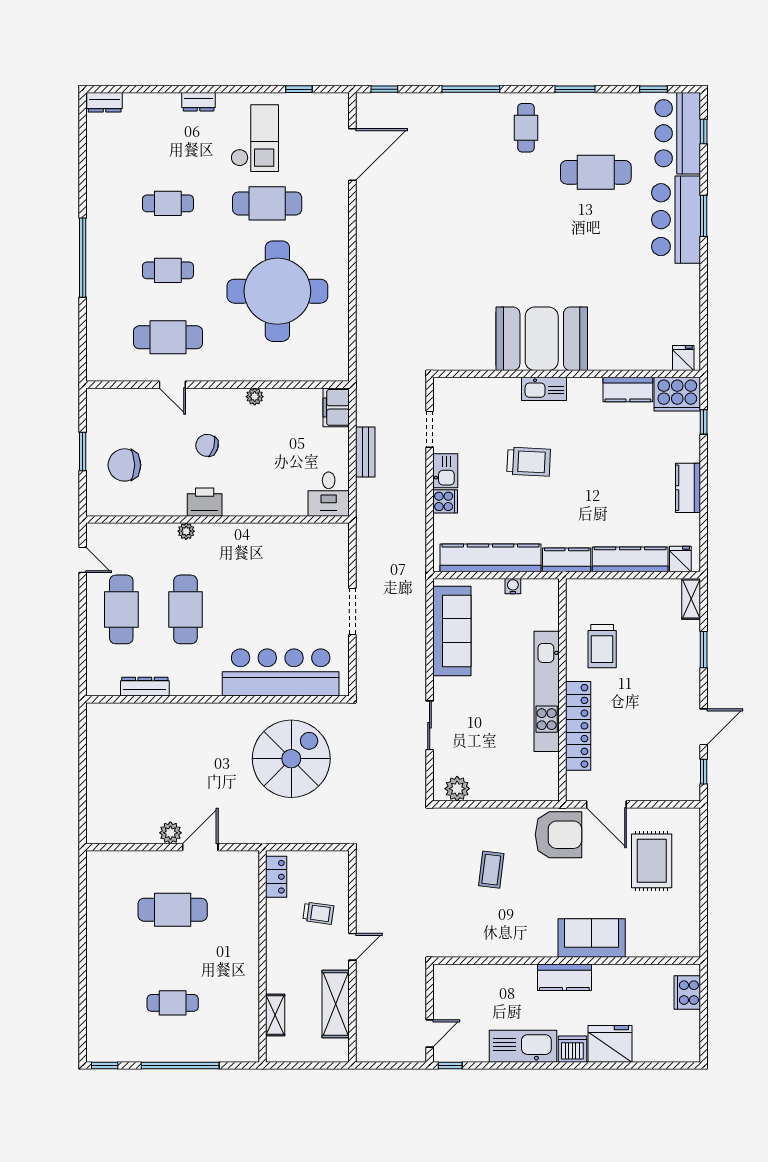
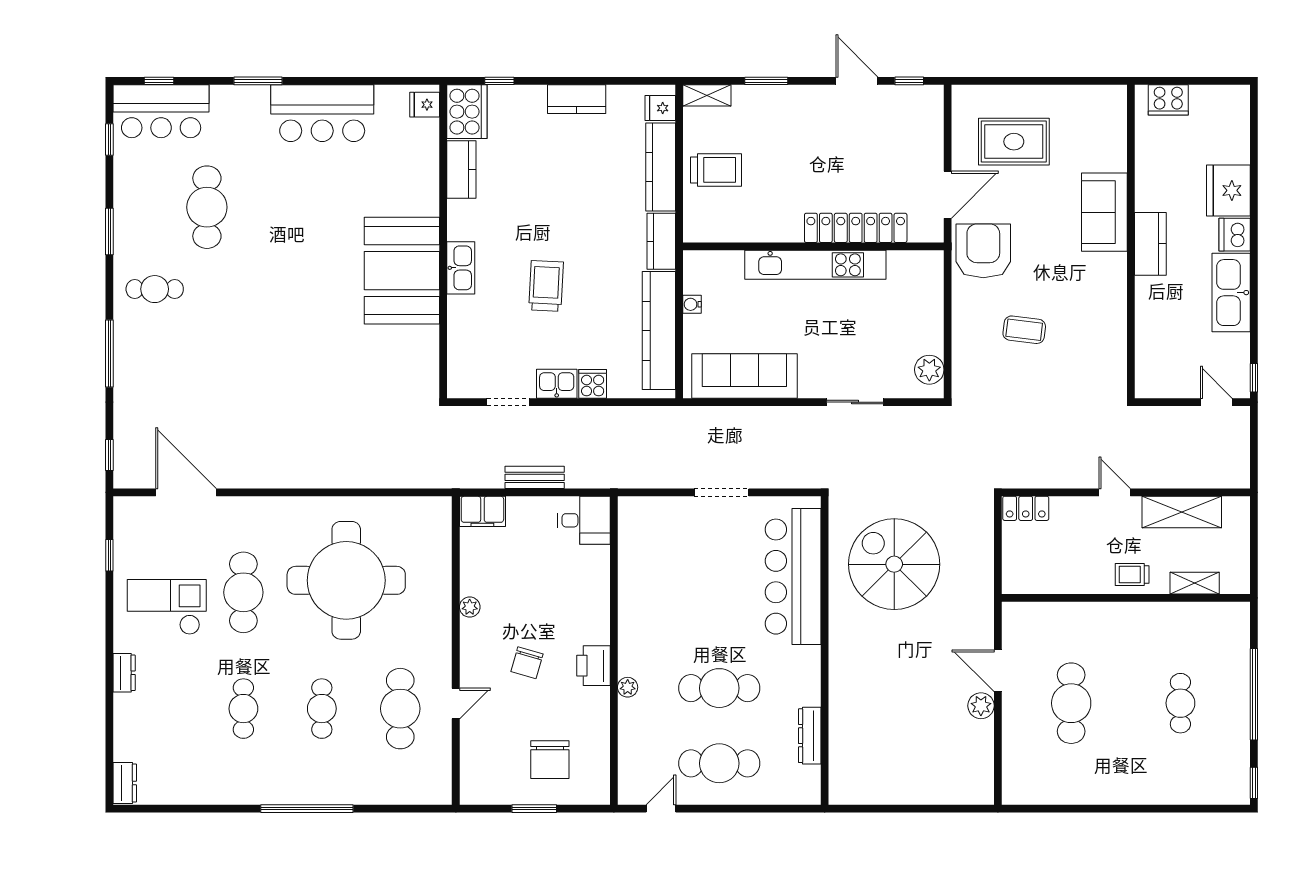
bar counter: (676, 220) -> (322, 113), moved
trolley: (602, 646) -> (716, 170), moved
locker: (276, 877) -> (1026, 508), moved, turned 180
trolley: (318, 913) -> (1132, 575), moved, turned -98

